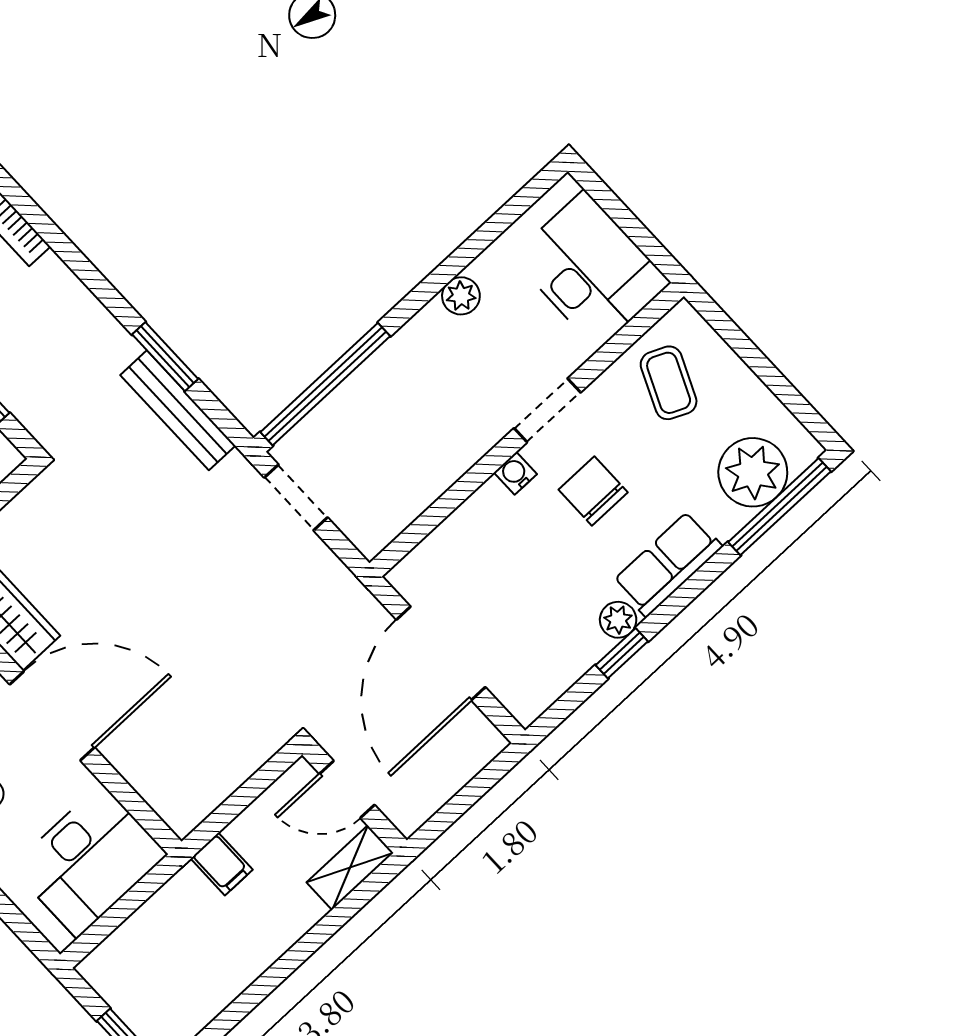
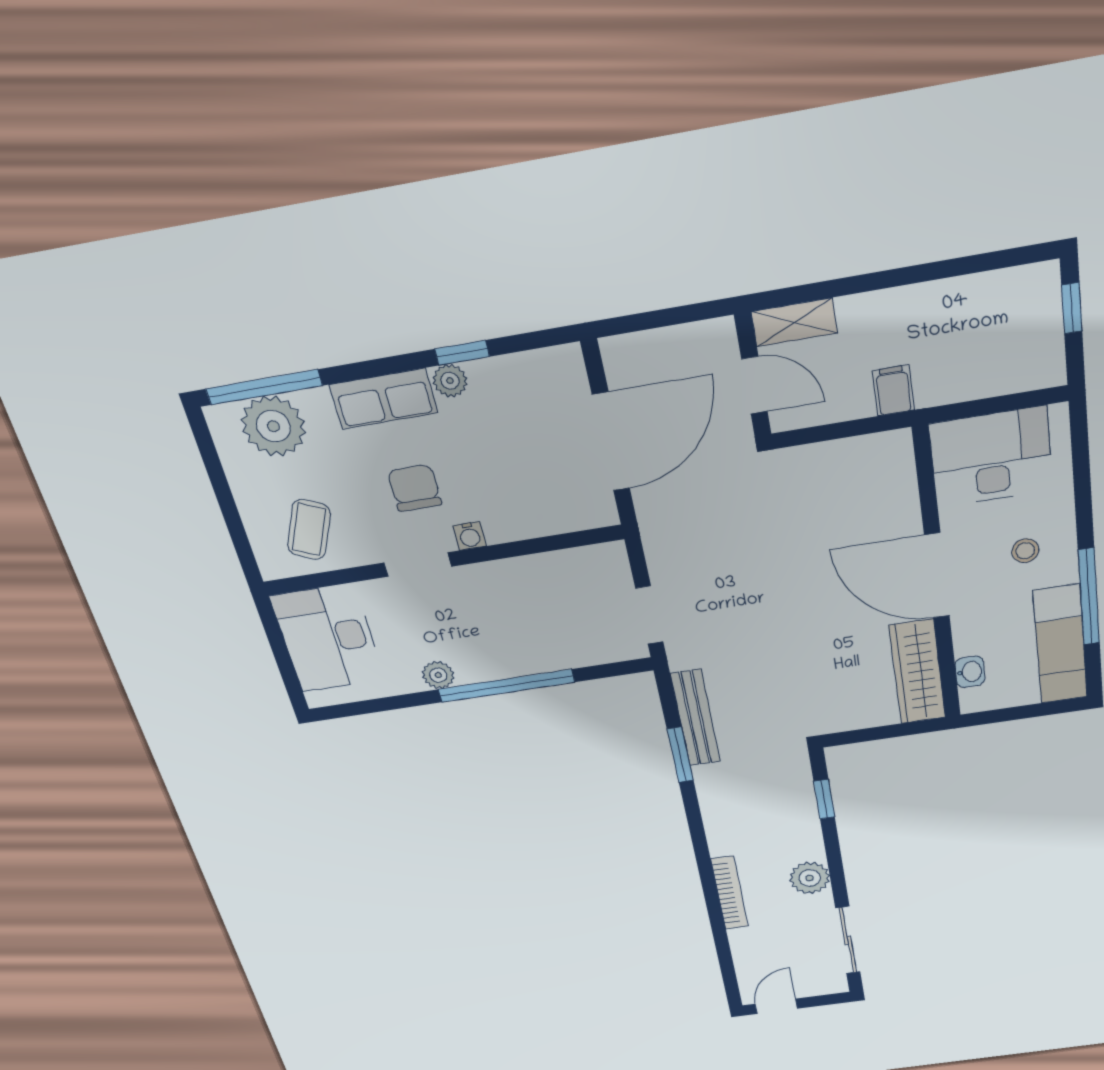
window: (325, 384) -> (506, 686), moved
chair: (593, 491) -> (415, 488), turned 180

